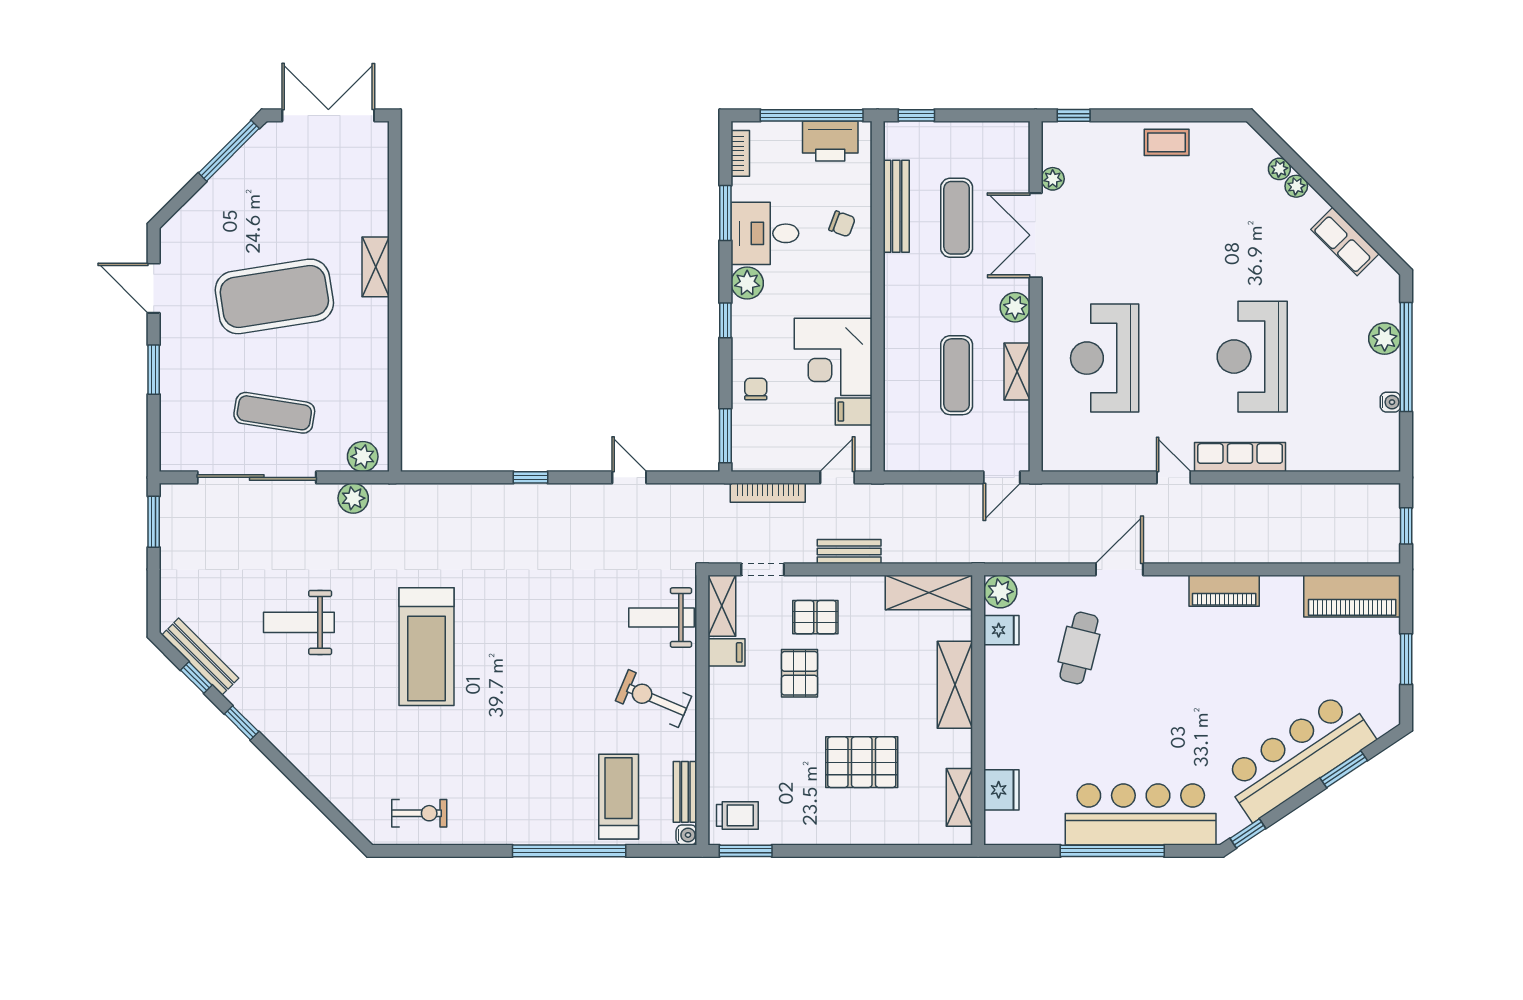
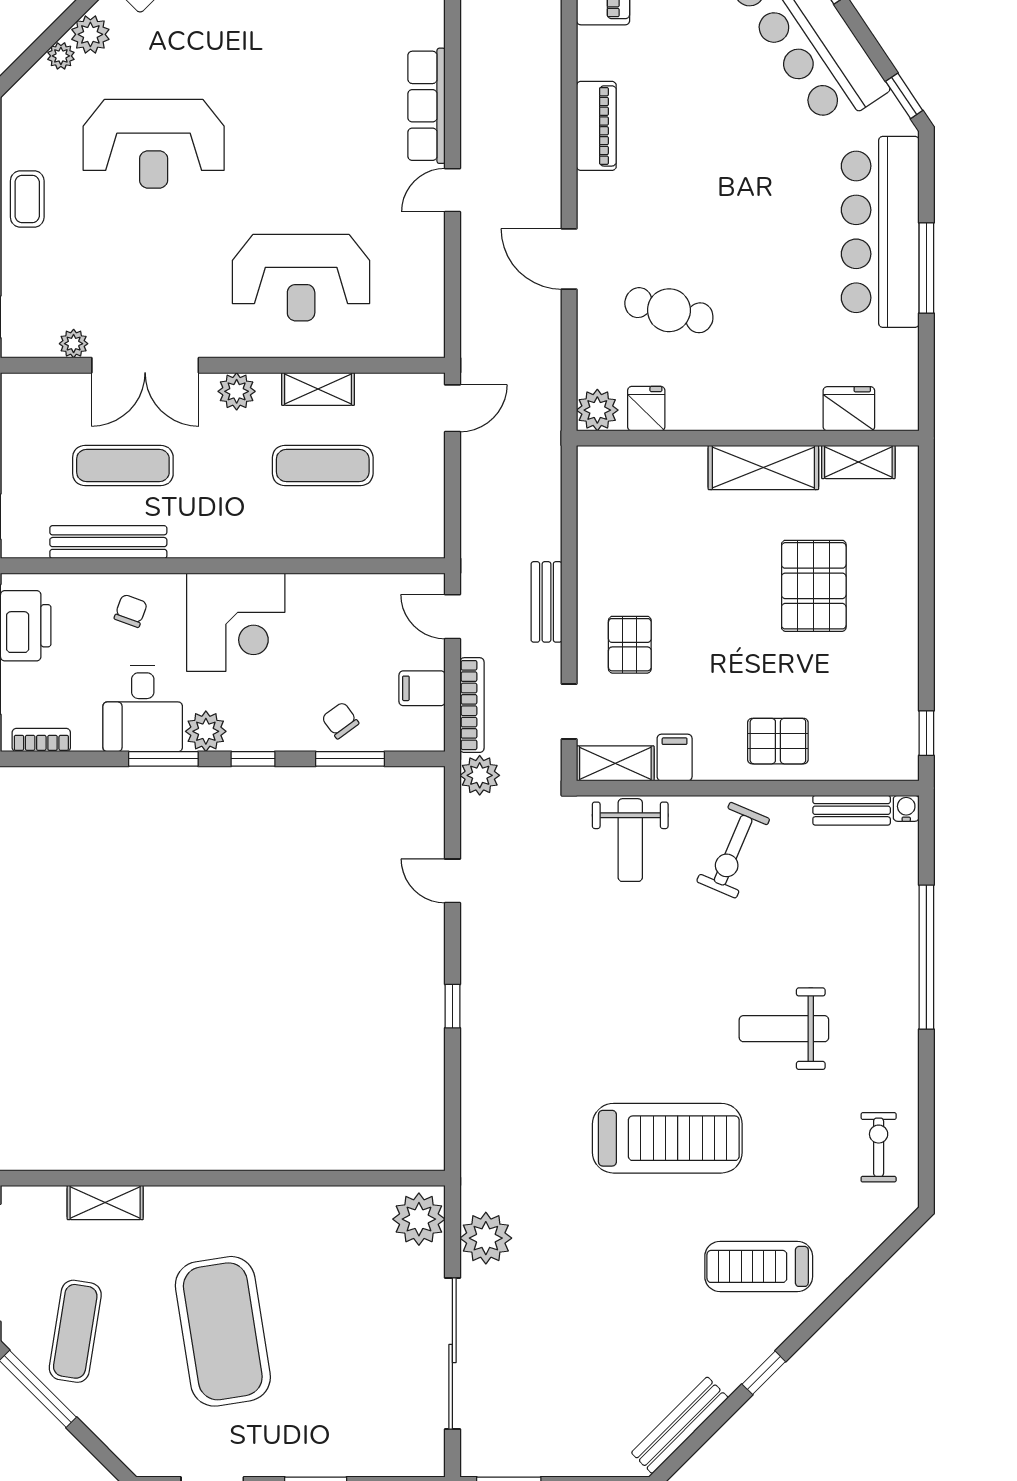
plant: (1296, 186) -> (90, 34), width x1.38, depth x1.38
window: (725, 213) -> (163, 759), moved
shelving: (376, 267) -> (105, 1203), moved
corner desk: (833, 357) -> (236, 622), moved
reception desk: (1252, 357) -> (154, 144), moved
chair: (756, 389) -> (340, 720), turned 54
filing cabinet: (854, 412) -> (422, 688), moved, turned 90
exercise mat: (274, 413) -> (75, 1331), moved
window: (725, 436) -> (350, 759), moved
plant: (363, 457) -> (419, 1219), width x1.36, depth x1.36
door: (629, 477) -> (452, 881), hinge flipped
door: (1002, 477) -> (452, 408), hinge flipped
plant: (353, 498) -> (486, 1238), width x1.36, depth x1.36
plant: (712, 499) -> (480, 775), added
shelving: (929, 593) -> (599, 501), removed
weight bench: (299, 622) -> (784, 1029), moved, turned 90
pallet: (800, 673) -> (778, 741), moved
window: (196, 678) -> (706, 1430), removed
shelving: (955, 685) -> (763, 468), moved
treadmill: (619, 797) -> (759, 1266), moved
trolley: (737, 815) -> (881, 744), removed
window: (746, 851) -> (926, 733), width x0.67
window: (1112, 851) -> (926, 268), width x0.68

